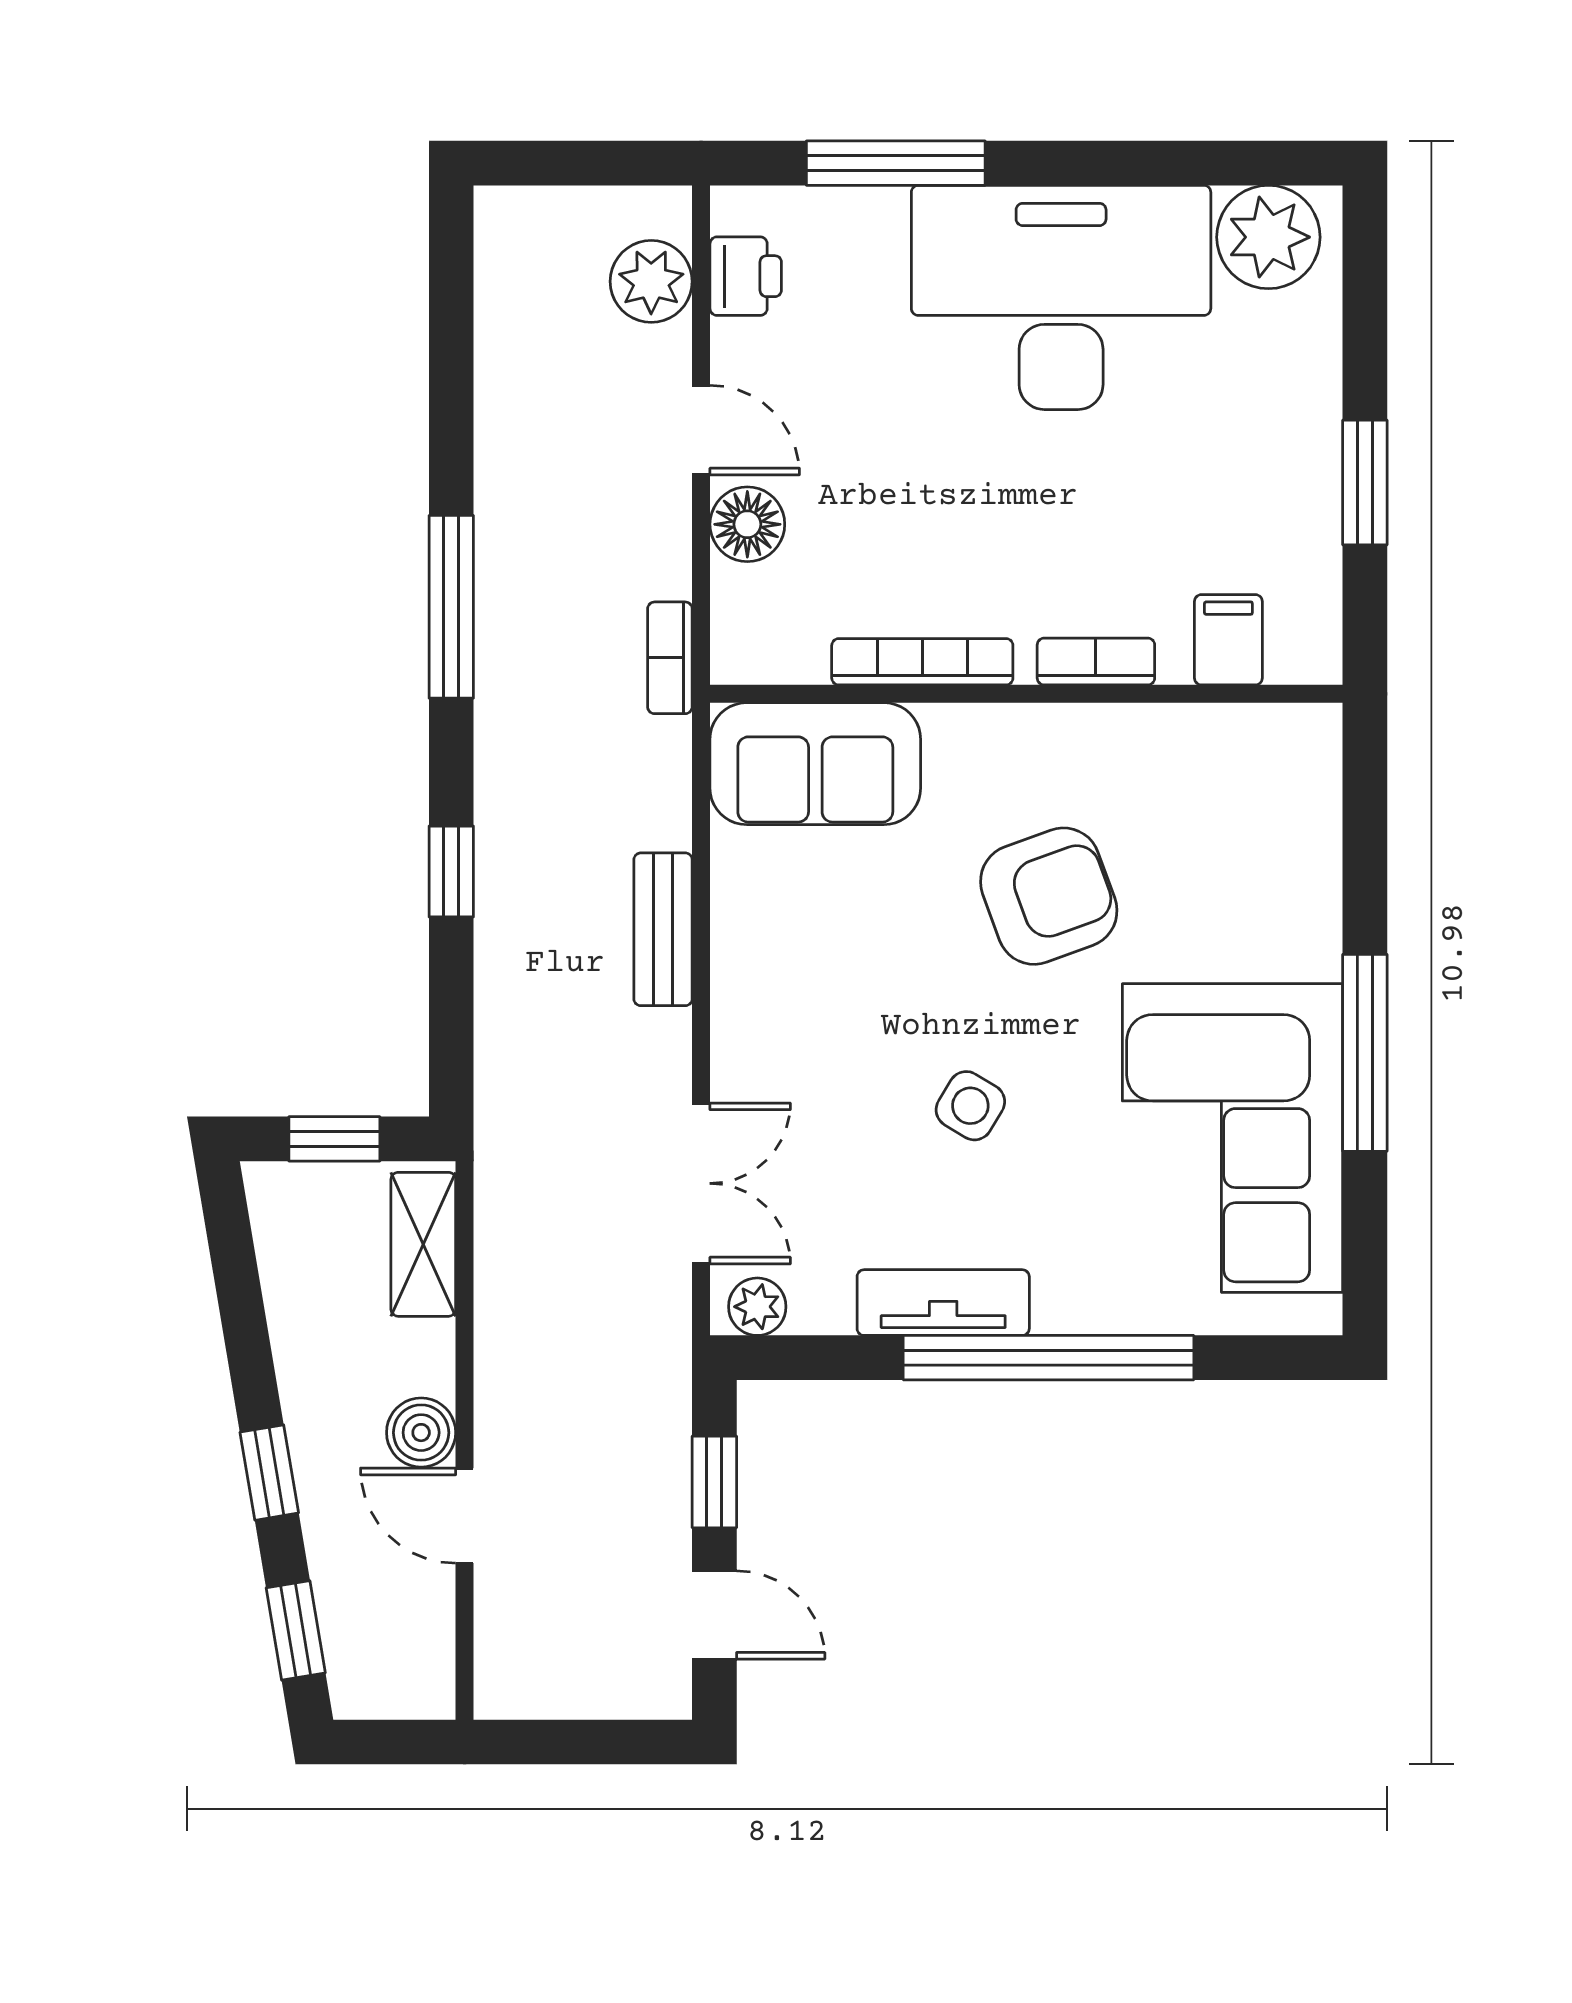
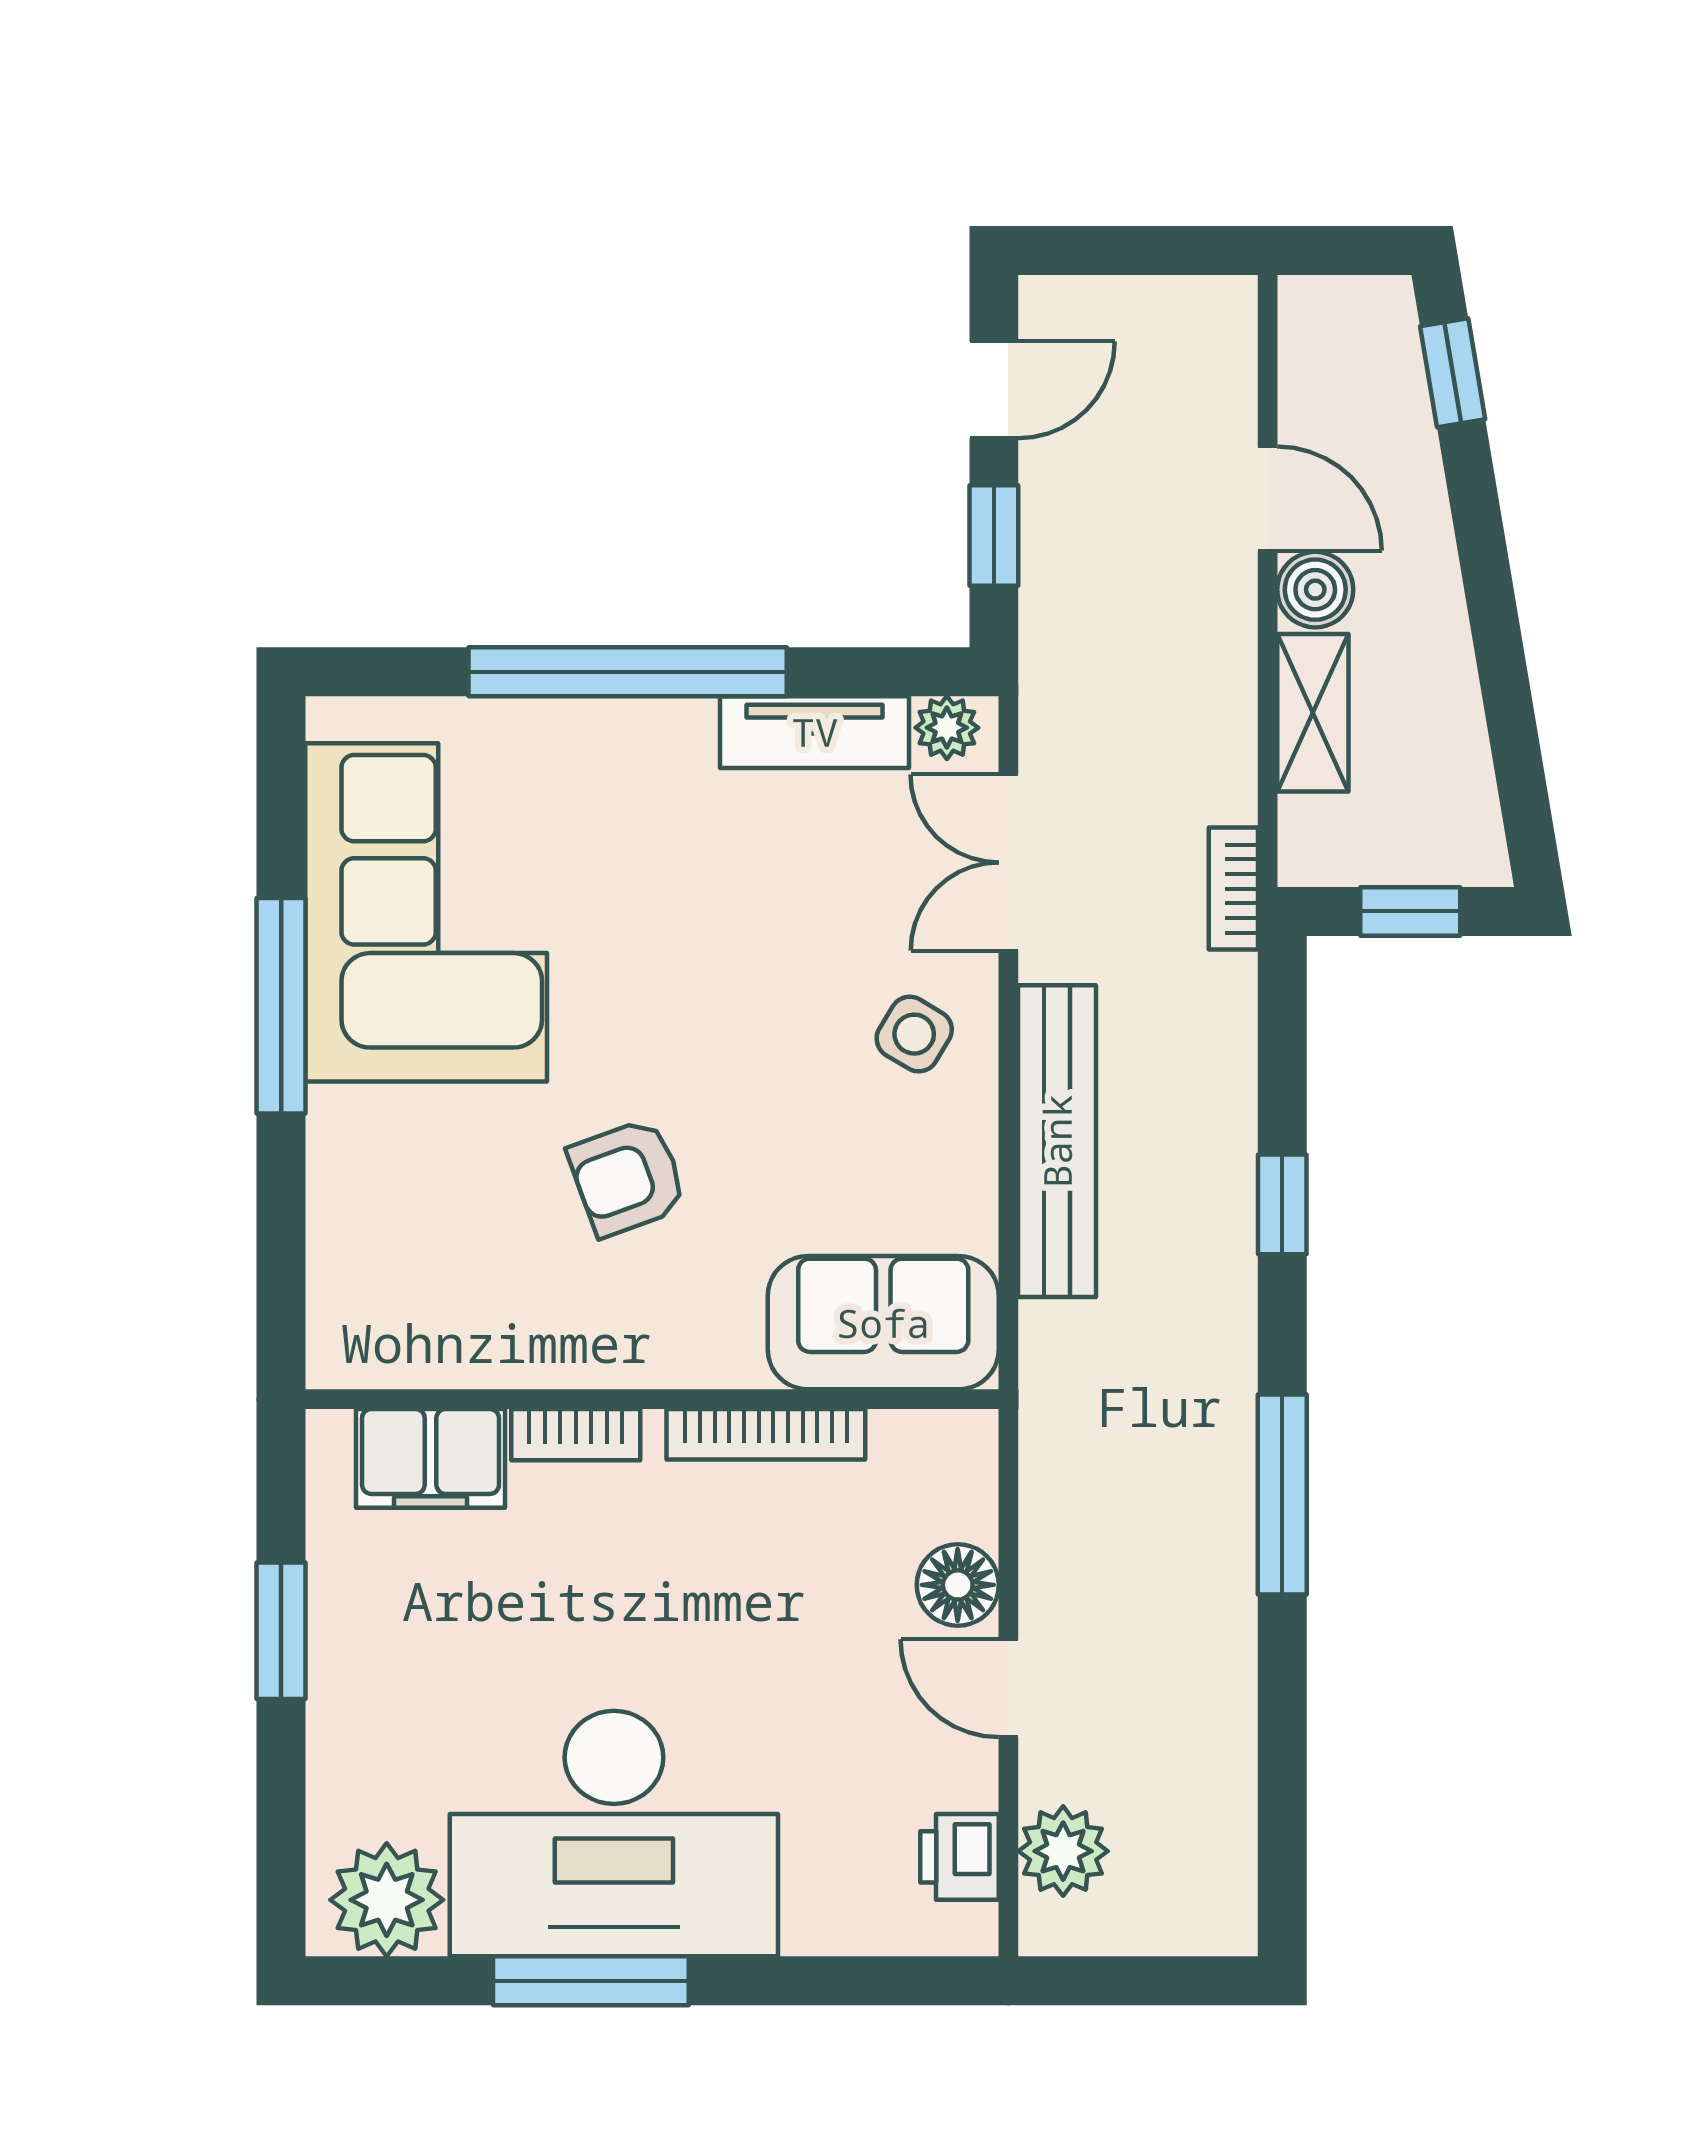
window: (896, 163) -> (591, 1981), moved
filing cabinet: (1228, 640) -> (431, 1458), width x2.00
bookcase: (670, 658) -> (1233, 889), moved, turned 180
armchair: (1049, 896) -> (627, 1178), width x0.72, depth x0.72
bench: (663, 929) -> (1057, 1141), width x1.86, depth x1.21
side table: (970, 1106) -> (914, 1034), moved
shelving: (423, 1244) -> (1313, 713), moved
tv unit: (943, 1303) -> (815, 732), moved
window: (269, 1473) -> (1482, 546), removed
door: (714, 1615) -> (994, 390), swing flipped

